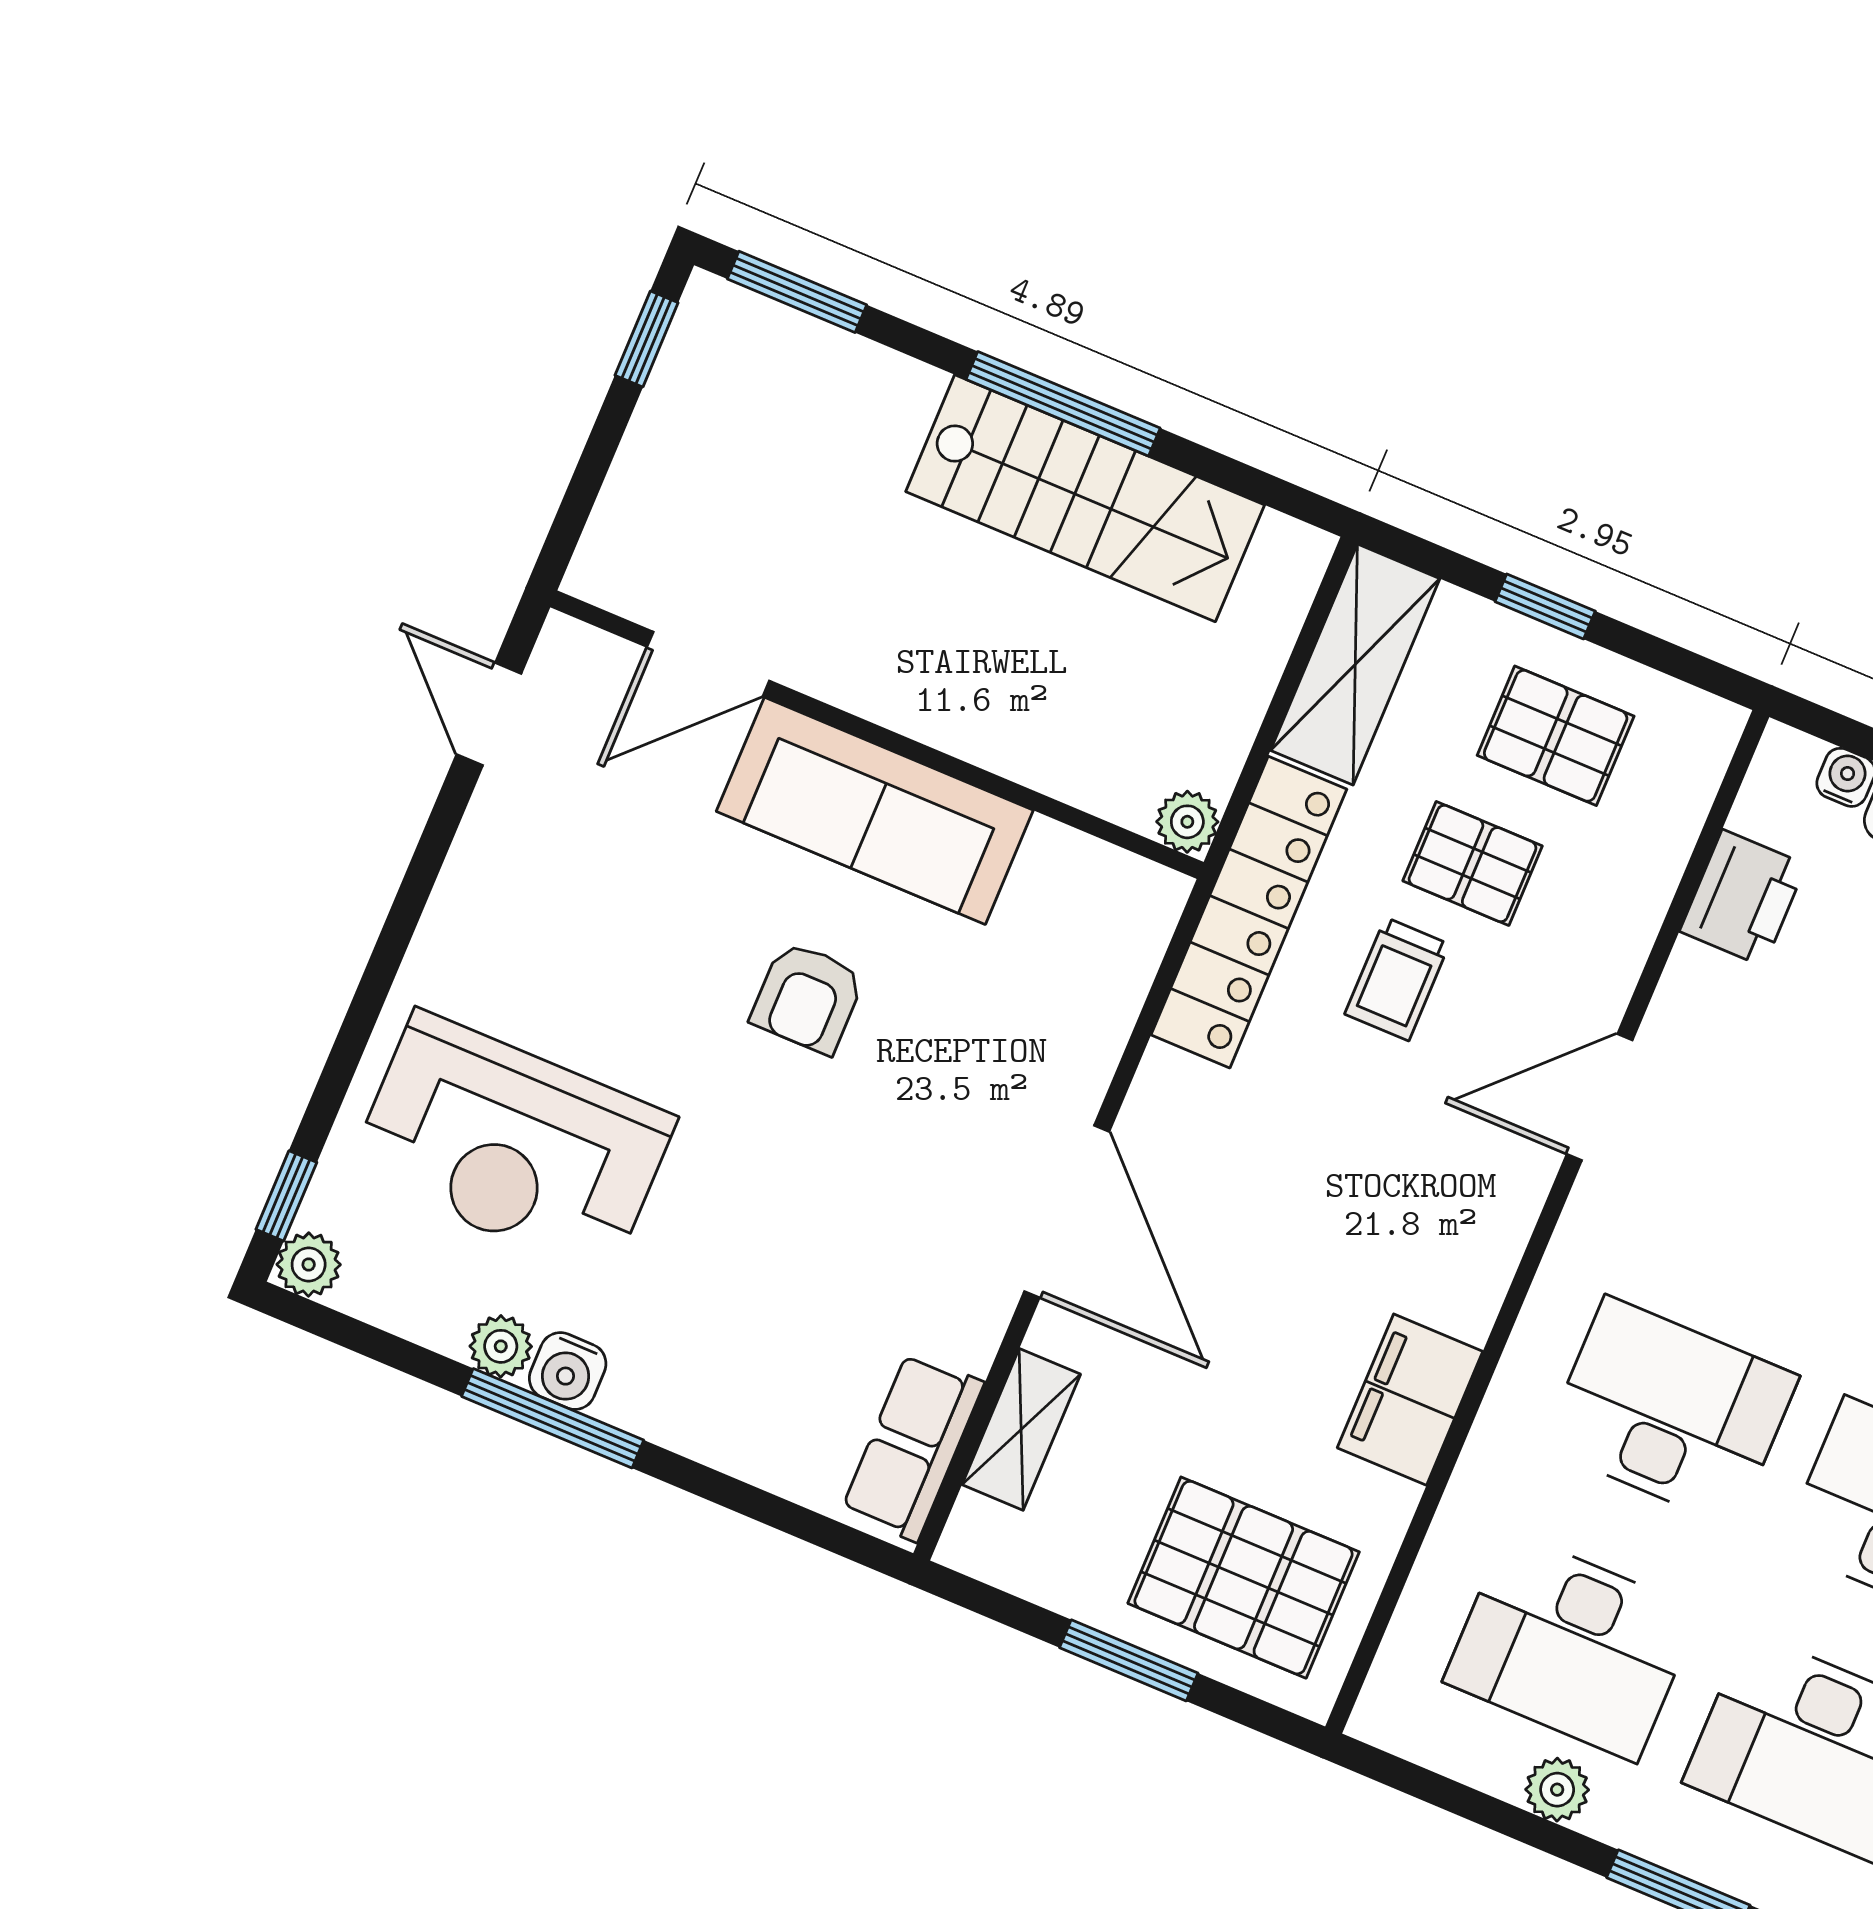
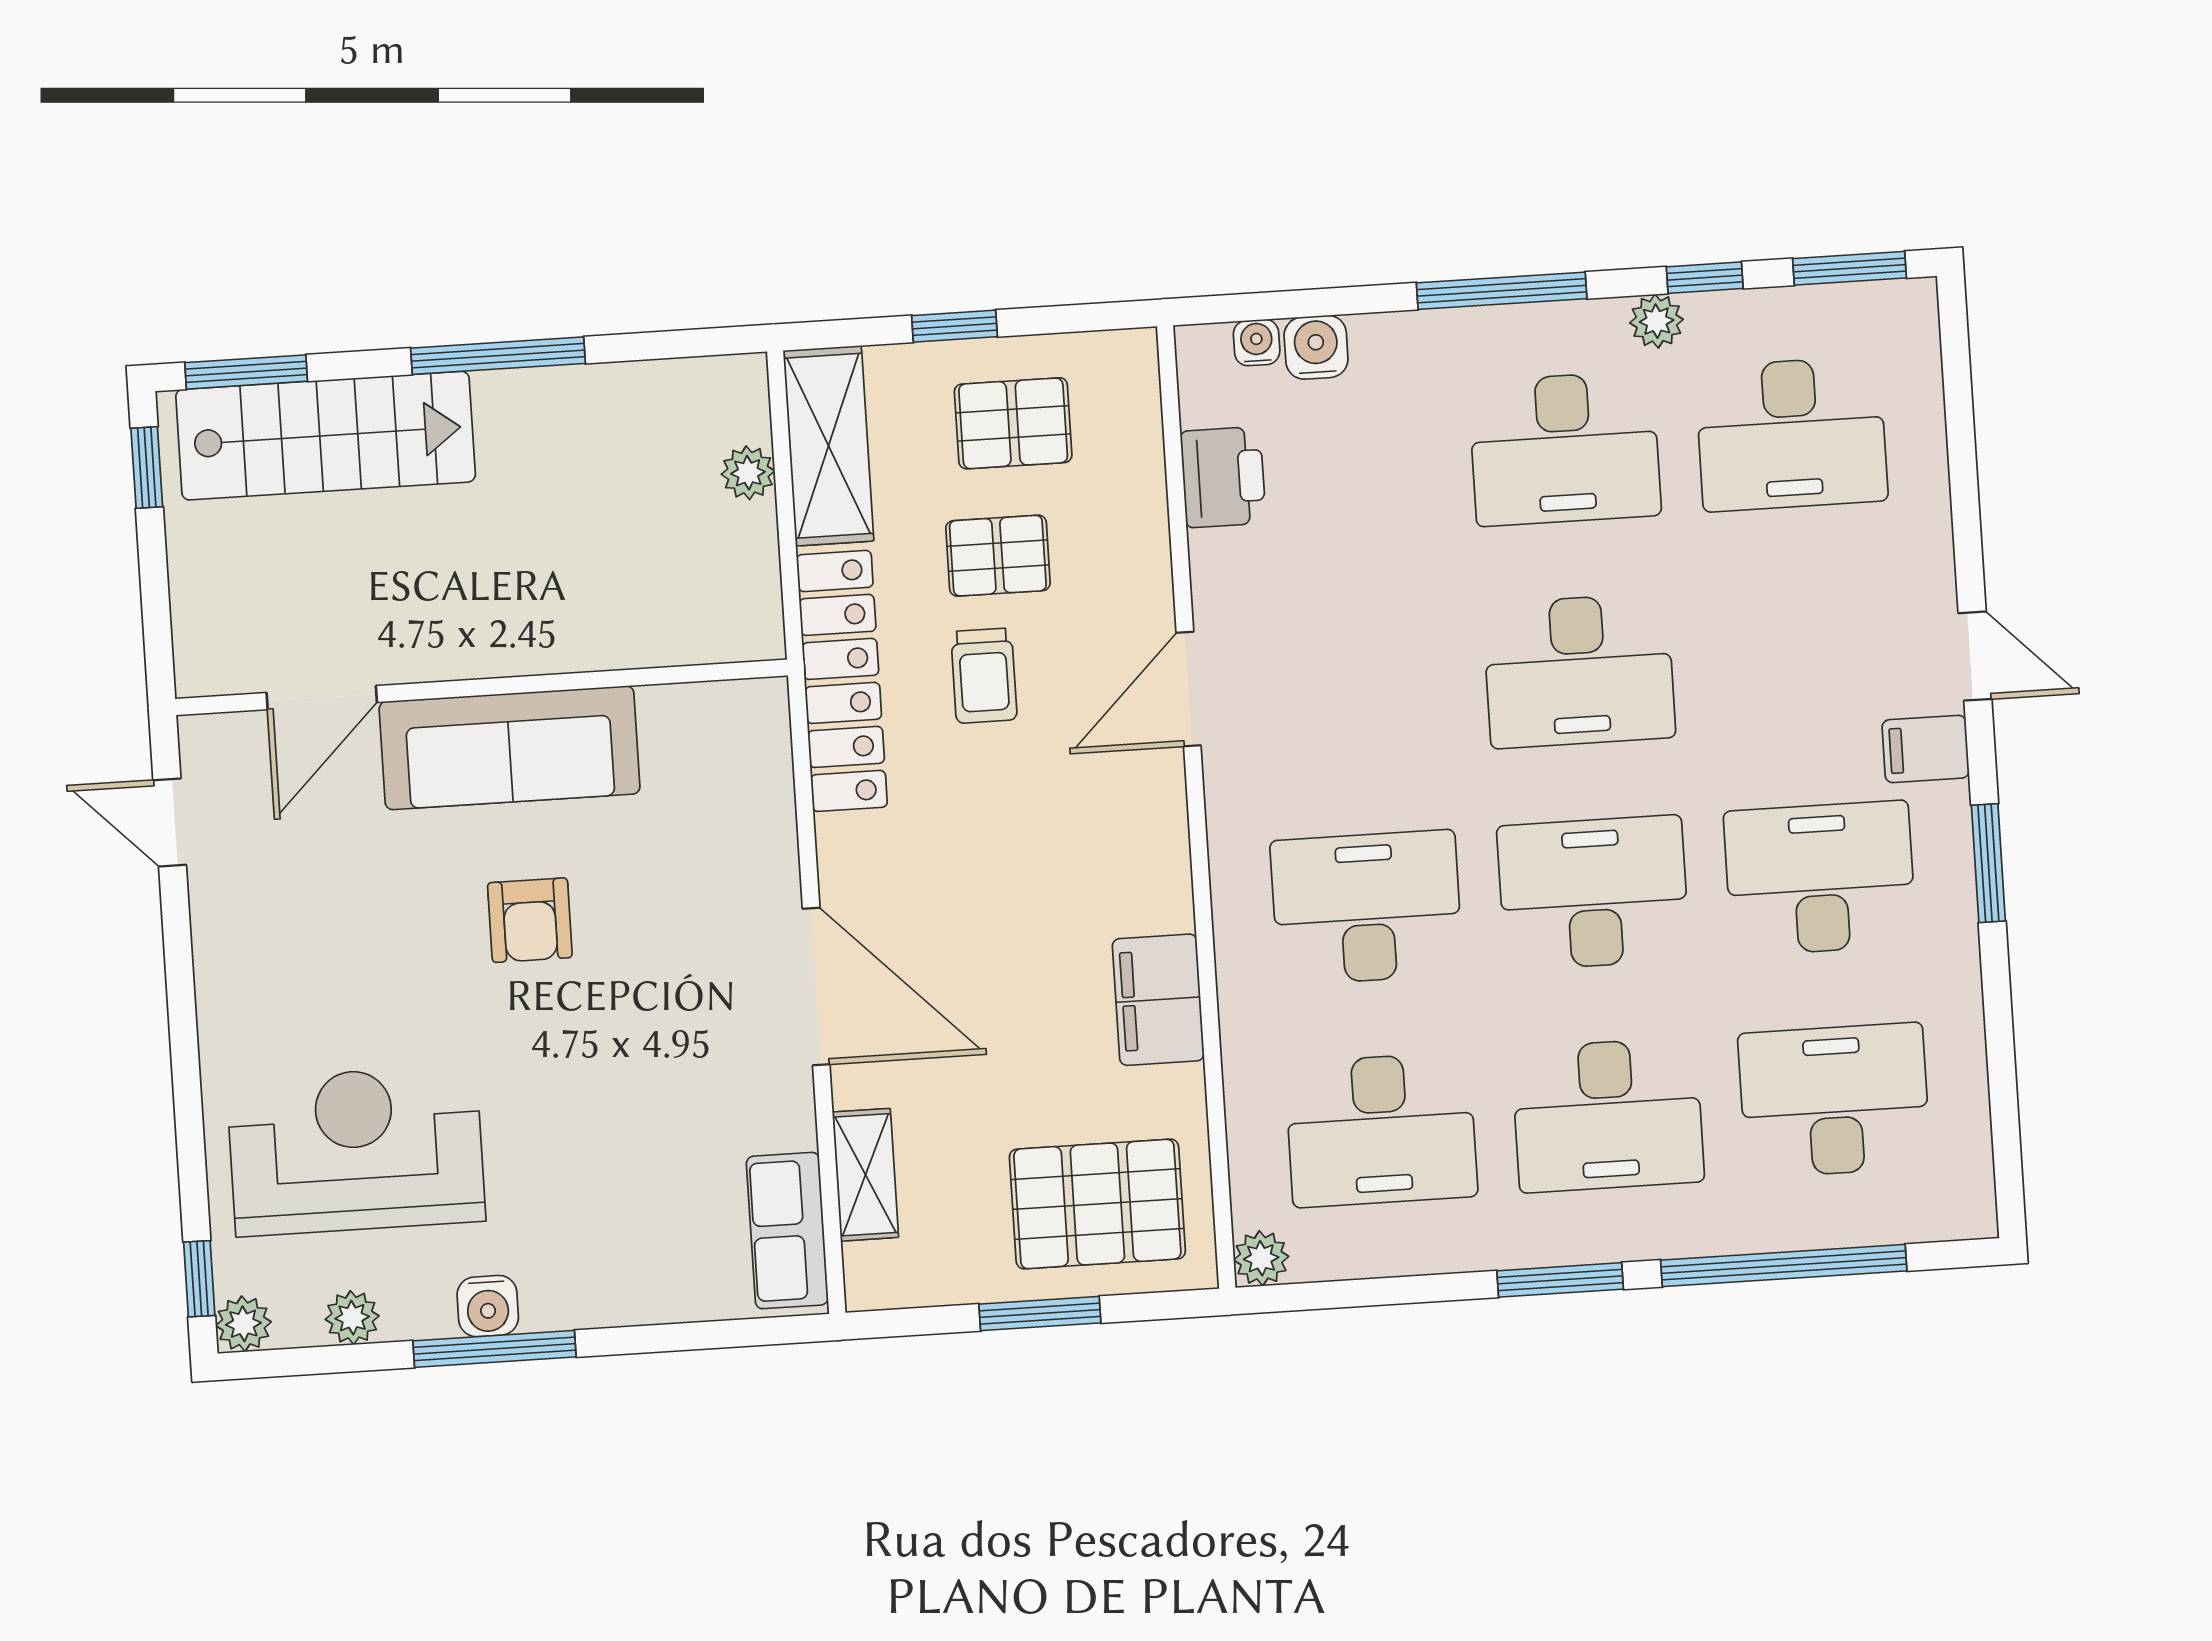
stairs: (1085, 498) -> (326, 436), moved
plant: (1187, 822) -> (748, 473), moved
reception desk: (512, 1145) -> (356, 1150), turned 180
plant: (501, 1346) -> (352, 1318), moved
plant: (1557, 1790) -> (1261, 1258), moved

